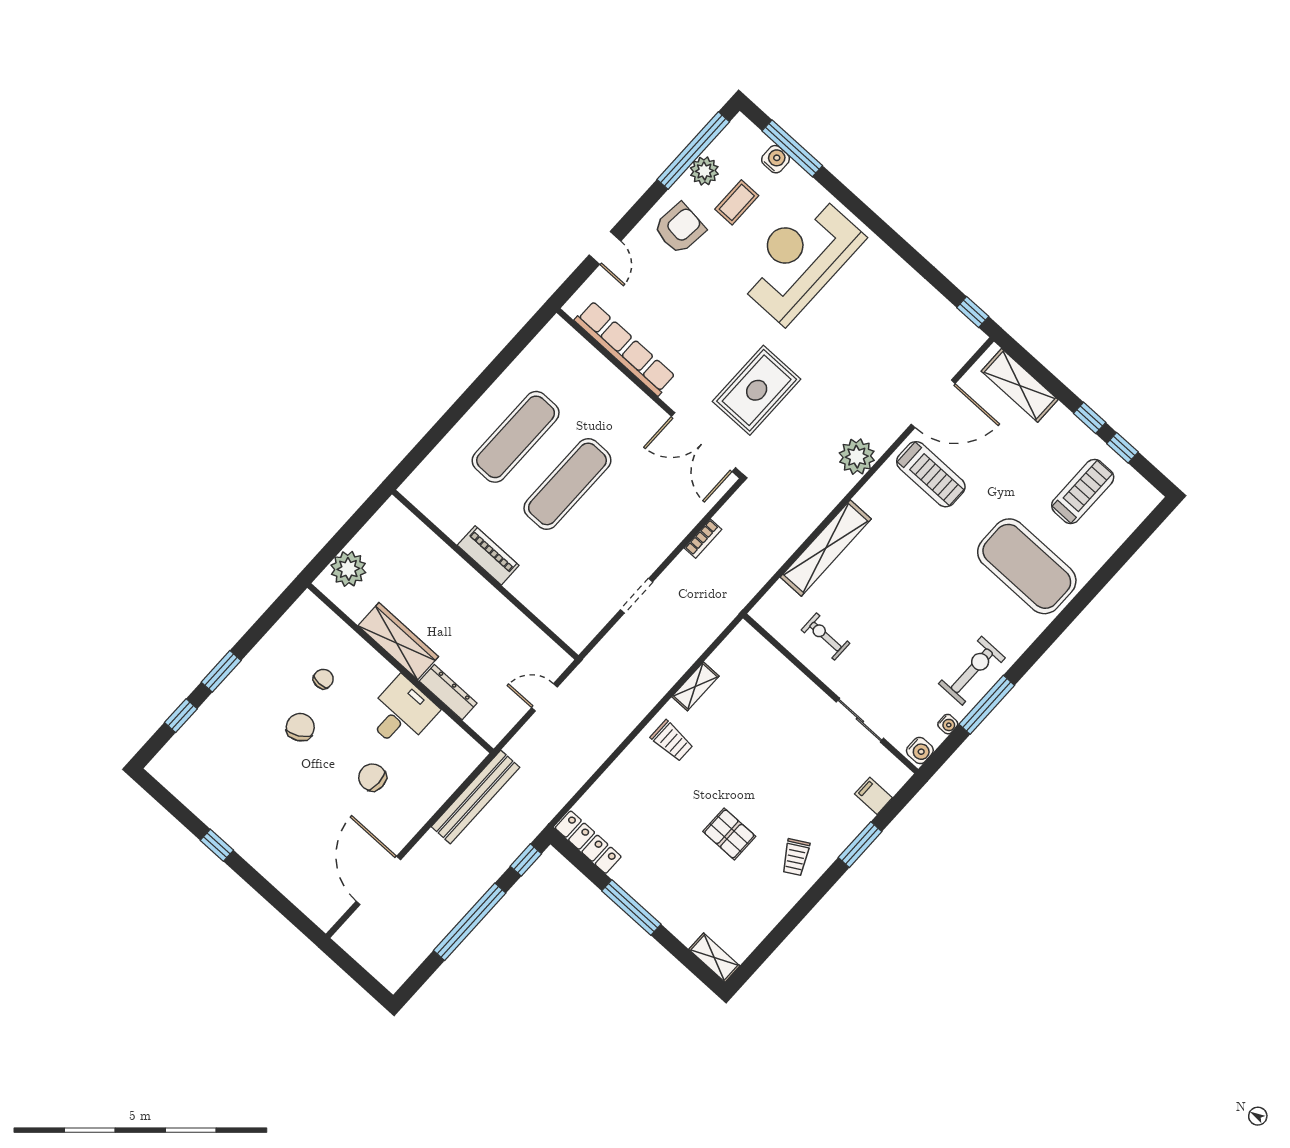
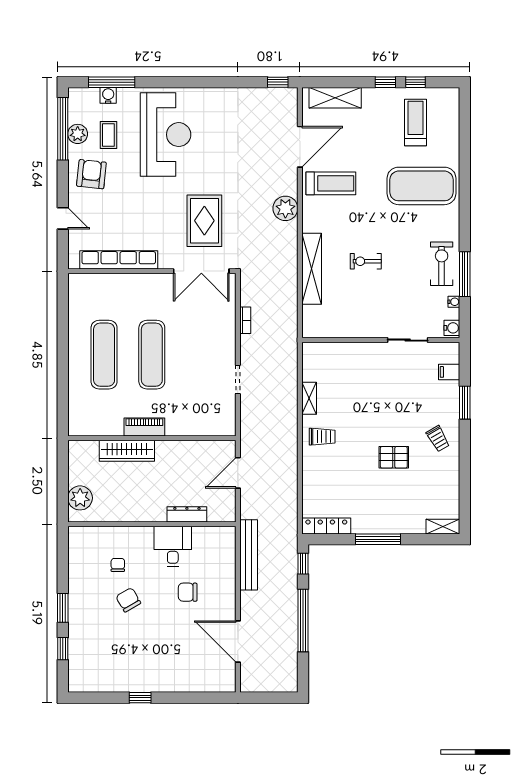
reception desk: (799, 258) -> (166, 135), turned 180
exercise bike: (826, 637) -> (366, 261), moved
wardrobe: (398, 641) -> (127, 451), moved, turned 180
door: (544, 697) -> (238, 473), width x1.38

